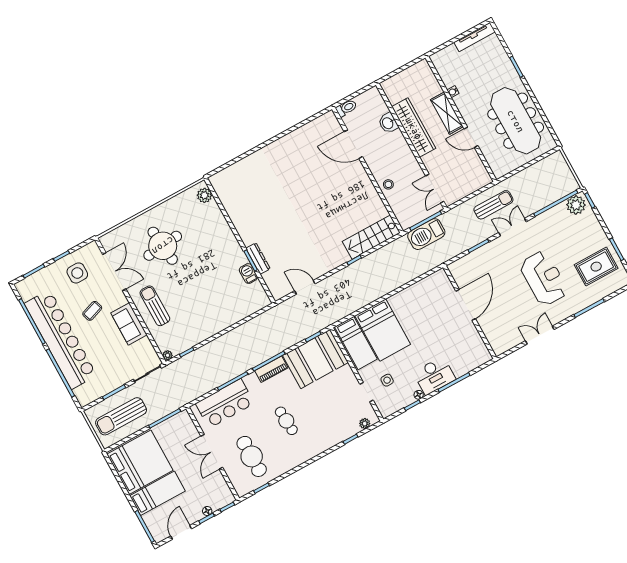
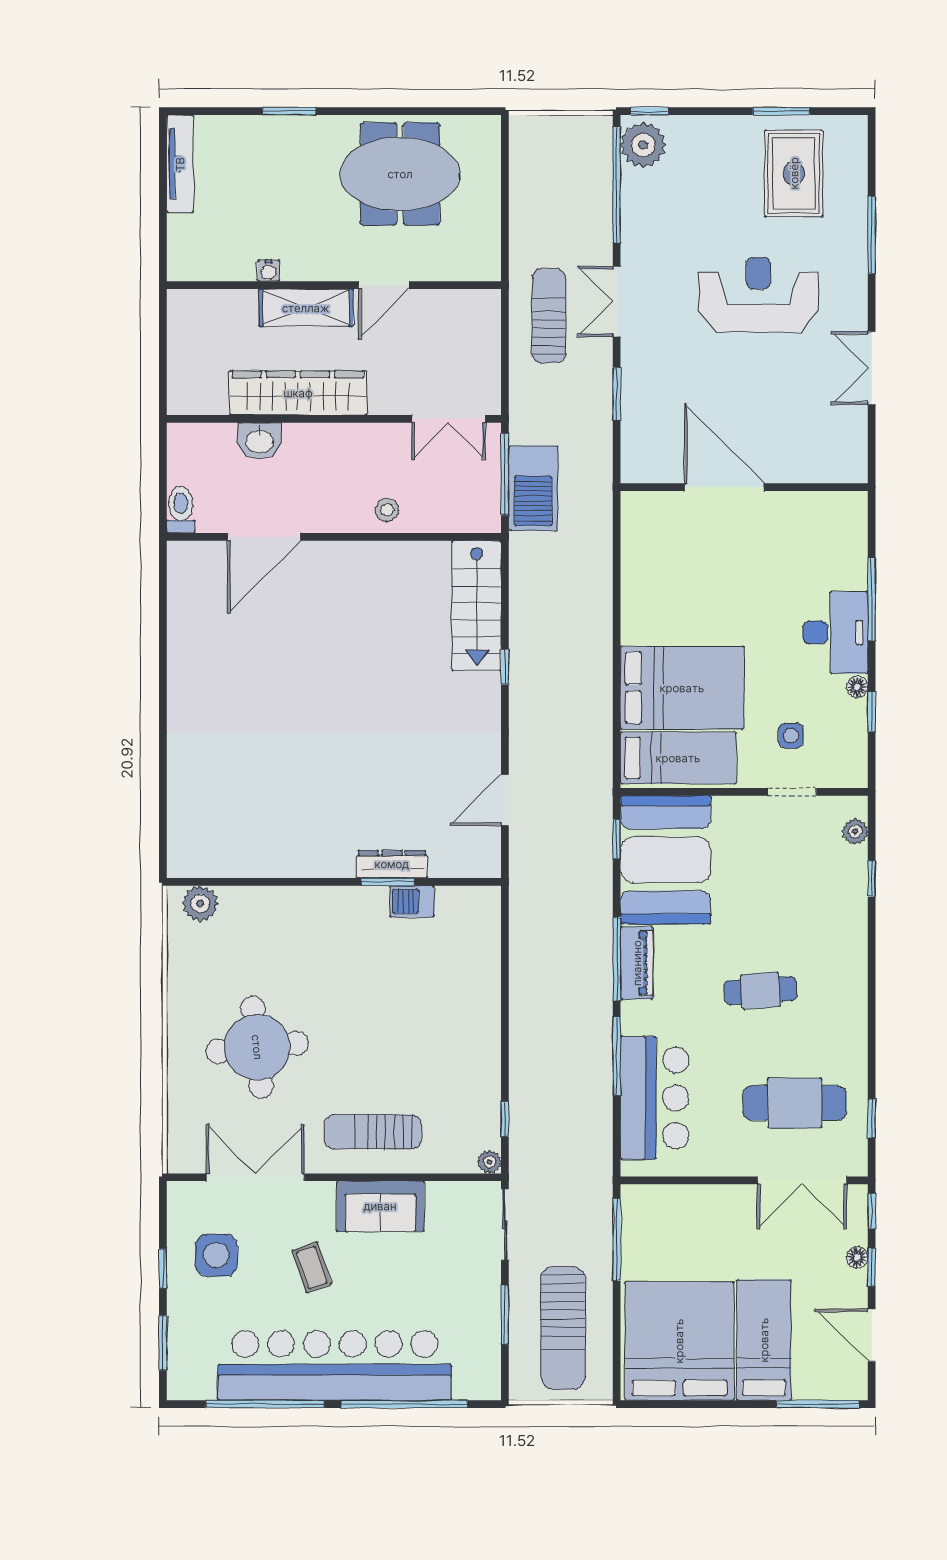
meeting table: (516, 121) -> (400, 174), width x0.73
double door: (212, 452) -> (802, 1180), moved

